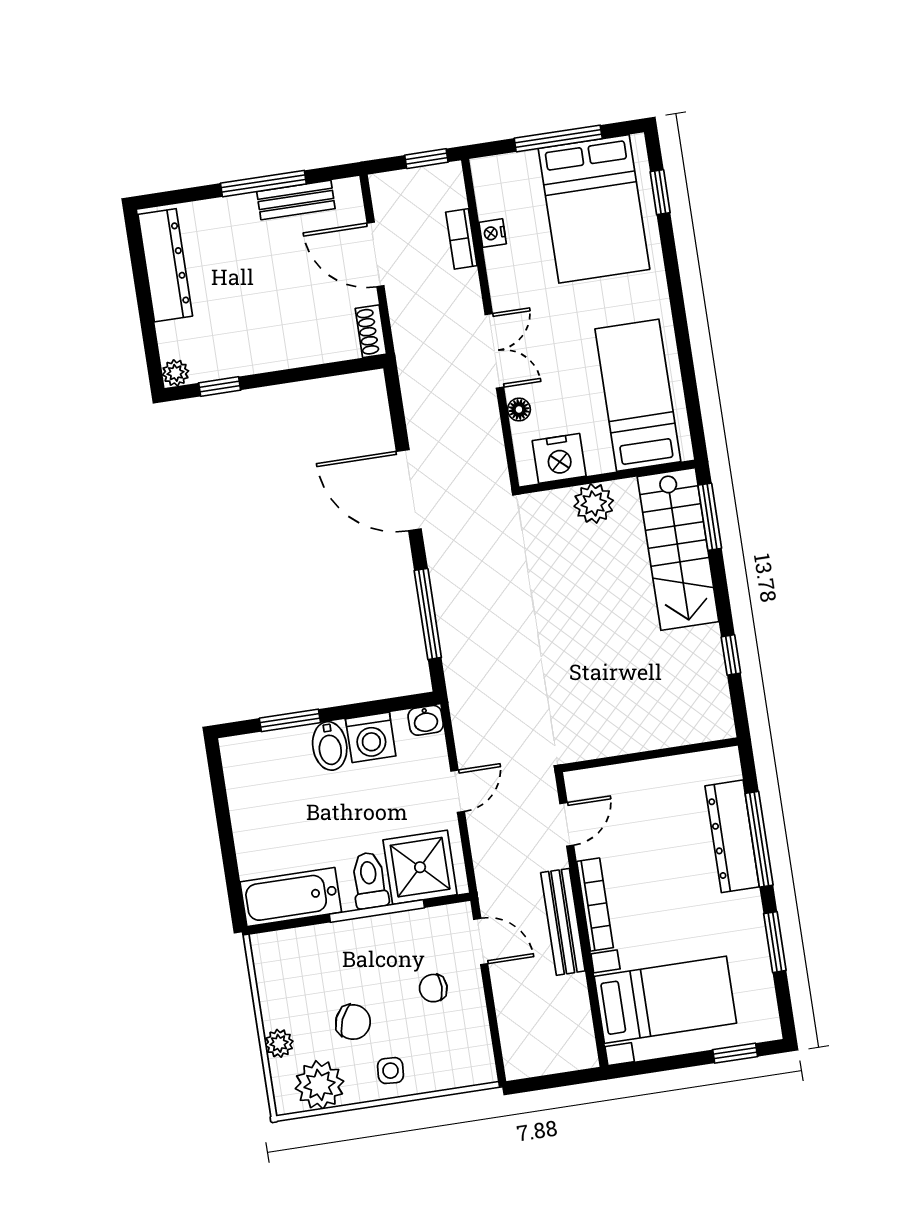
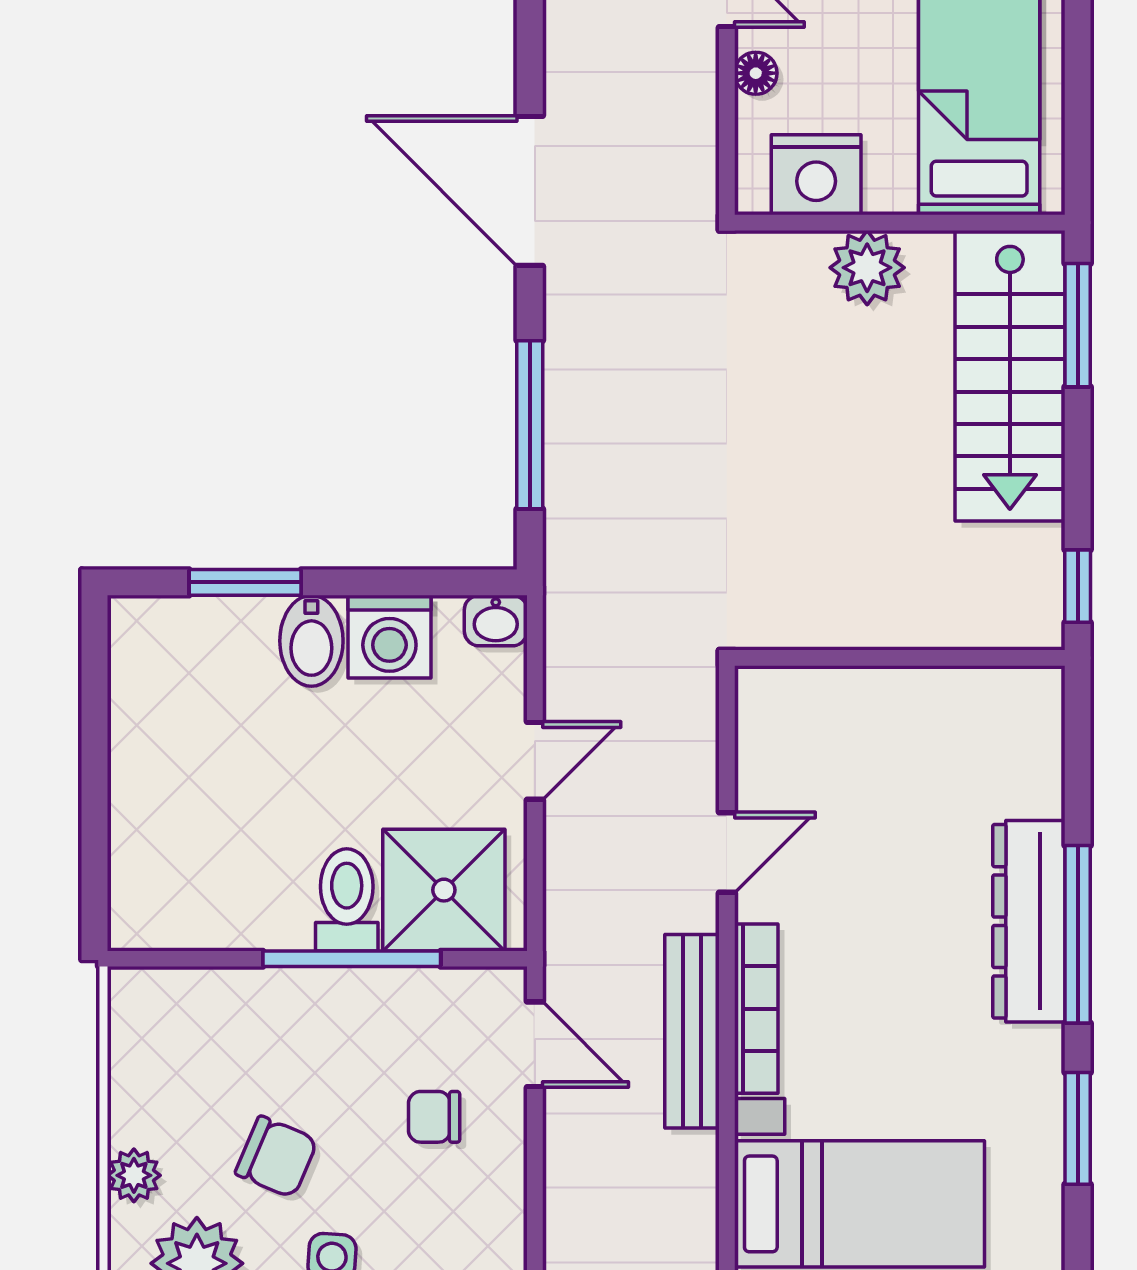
wall: (650, 755) -> (900, 658), moved
bathtub: (291, 897) -> (197, 909), removed

